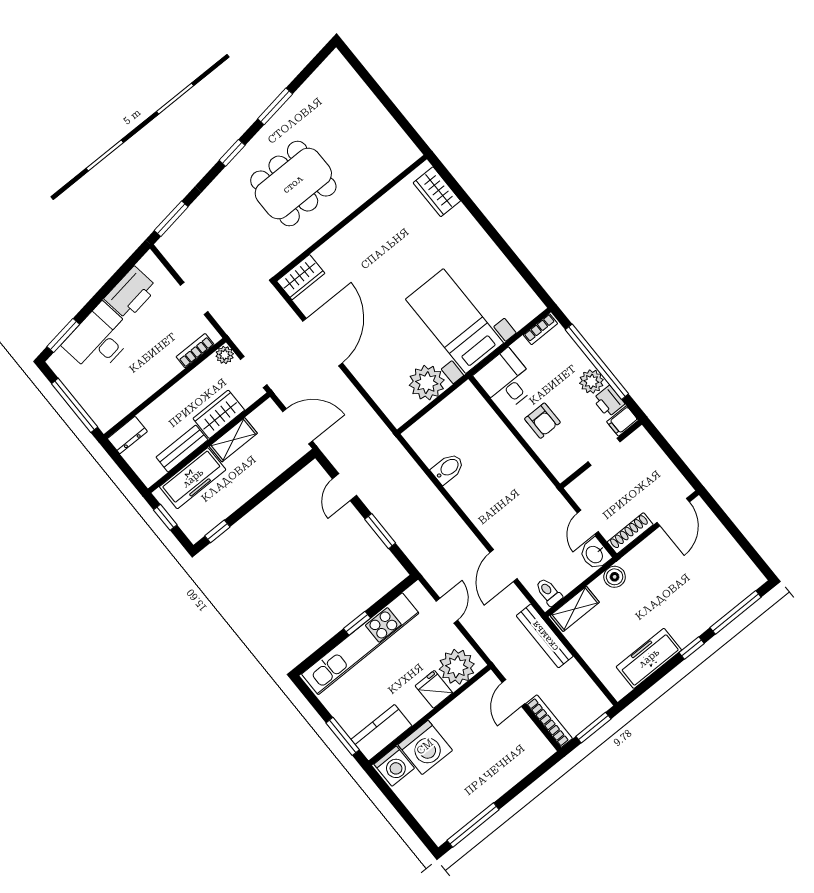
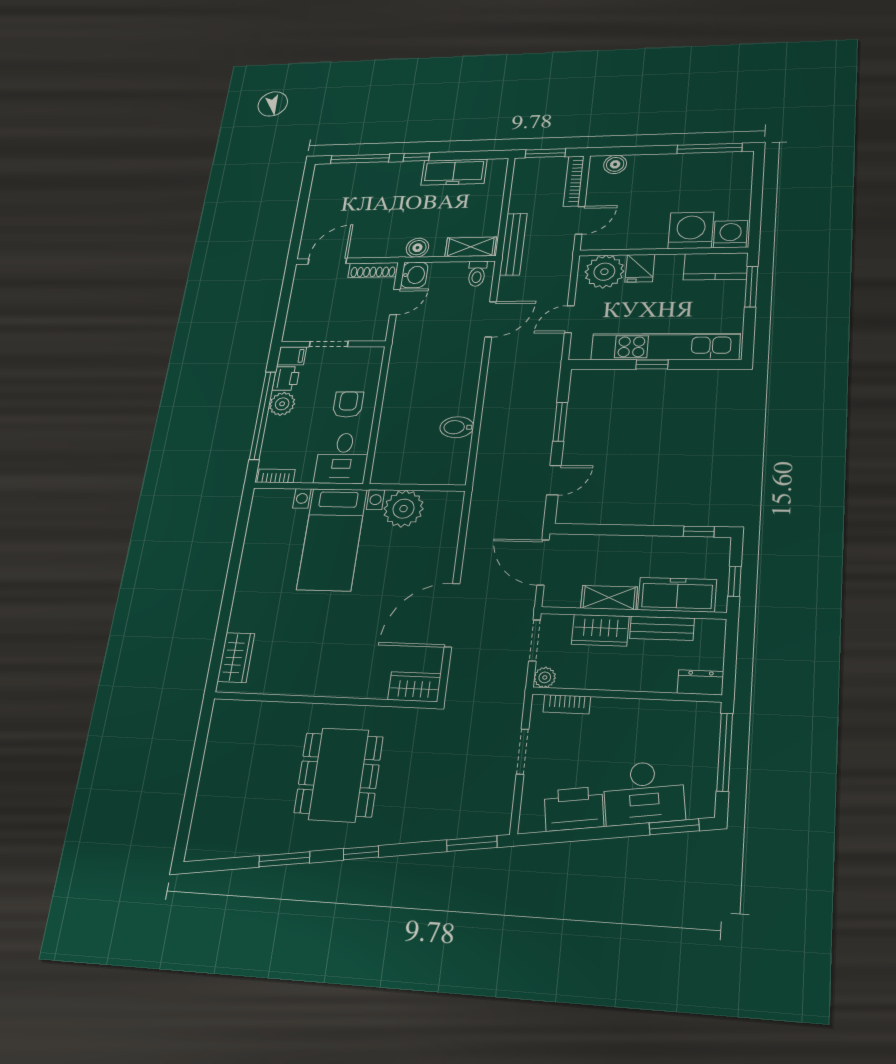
dining table: (293, 184) -> (339, 775), turned 90
boiler: (531, 759) -> (615, 164), added

